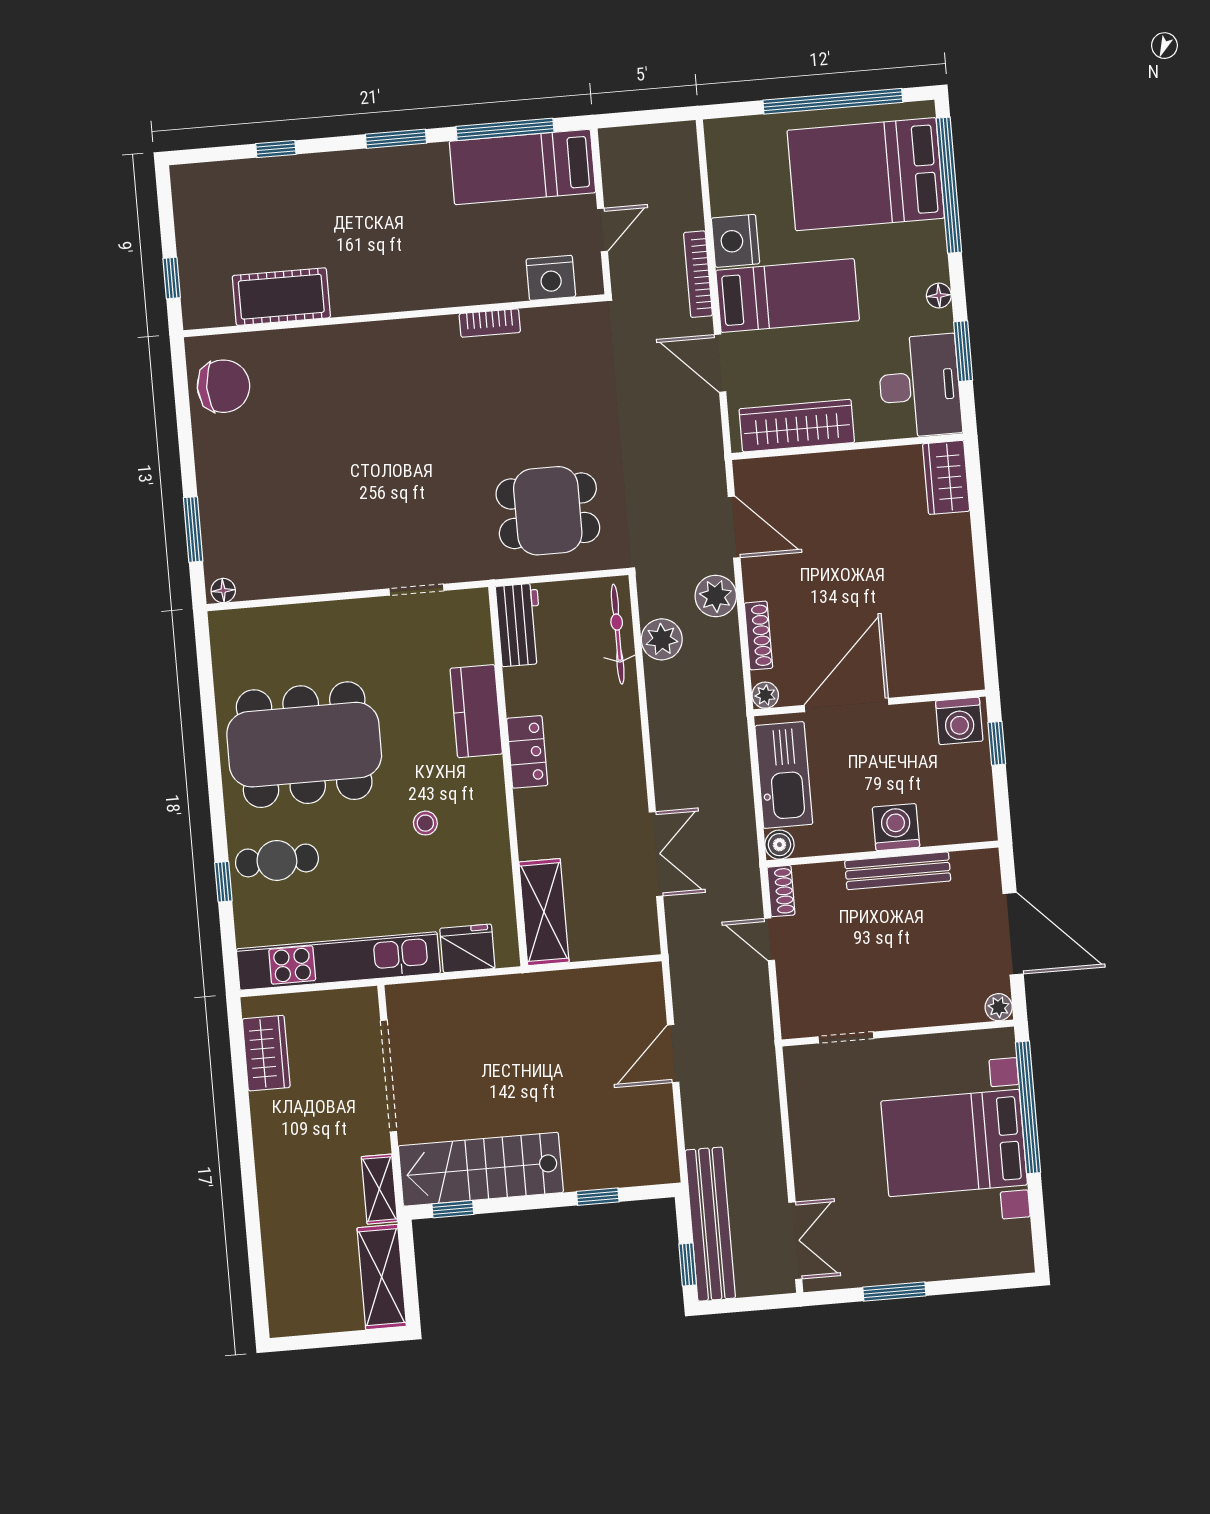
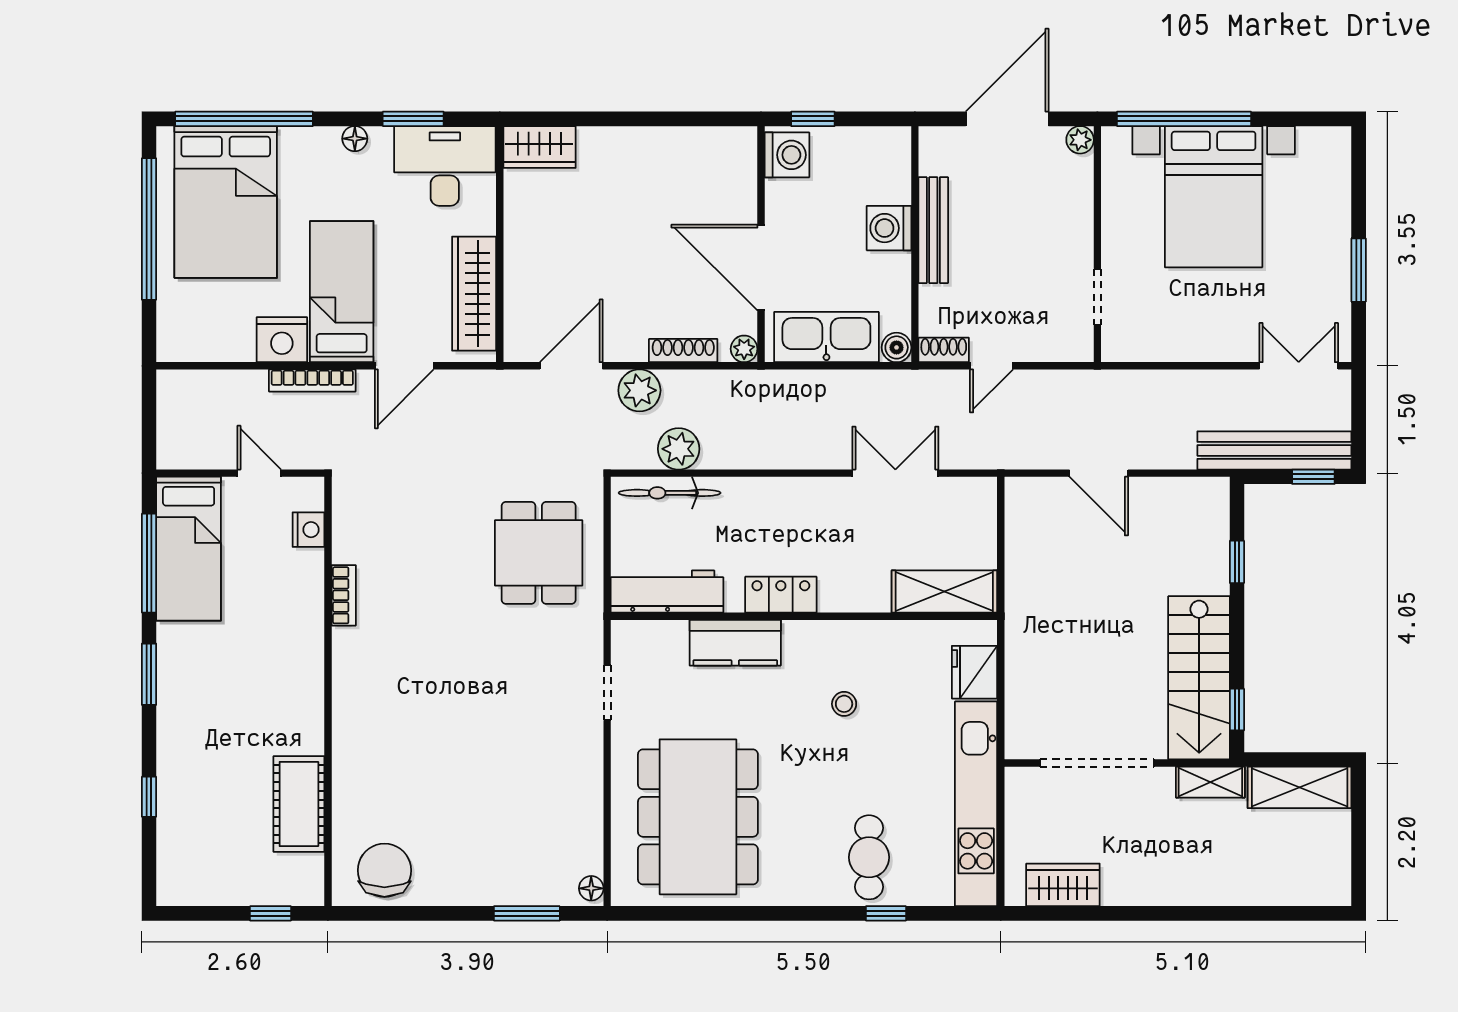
nightstand: (551, 278) -> (308, 530), width x0.74, depth x0.75
workbench: (519, 625) -> (667, 592), width x1.38
dining table: (304, 745) -> (698, 817), moved

